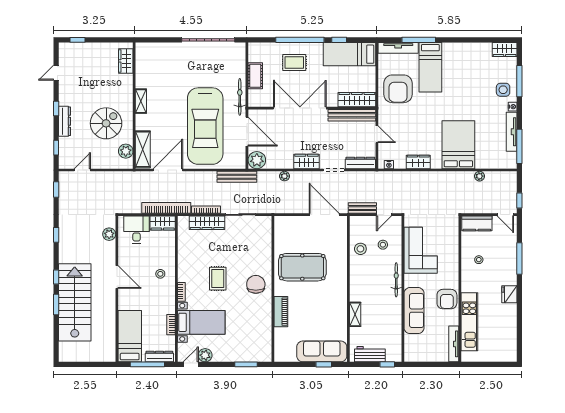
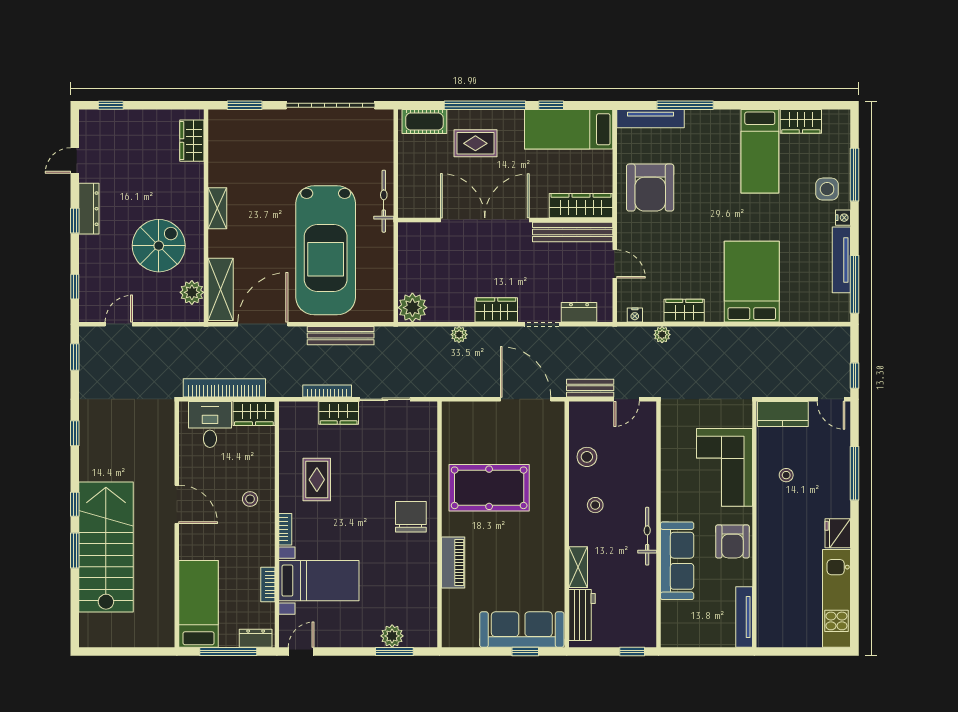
window: (157, 40) -> (245, 105), added
wardrobe: (505, 50) -> (801, 121), moved
bed: (430, 67) -> (760, 151), moved
cot: (255, 76) -> (424, 122), moved, turned 90
dresser: (65, 121) -> (89, 209), moved
door: (247, 132) -> (396, 260), removed
dresser: (360, 163) -> (579, 312), width x0.70
plant: (479, 176) -> (662, 335), moved
bench: (237, 177) -> (341, 336), moved
bookcase: (166, 208) -> (224, 388), moved
wardrobe: (207, 223) -> (339, 413), width x0.67
plant: (109, 234) -> (164, 432), removed
stool: (383, 245) -> (595, 505), moved
corner sofa: (421, 250) -> (724, 467), moved, turned 180
rug: (218, 279) -> (317, 480), moved
bicycle: (396, 280) -> (647, 536), moved
kitchen unit: (469, 322) -> (836, 598), moved, turned 180
workbench: (370, 354) -> (582, 615), moved, turned 90
plant: (205, 355) -> (392, 636), moved
dresser: (159, 357) -> (256, 638), width x0.70

